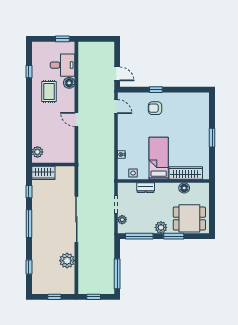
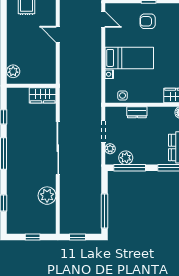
bed: (159, 158) -> (129, 58), moved, turned 90
wardrobe: (43, 173) -> (43, 95), moved
plant: (161, 227) -> (126, 158), moved

